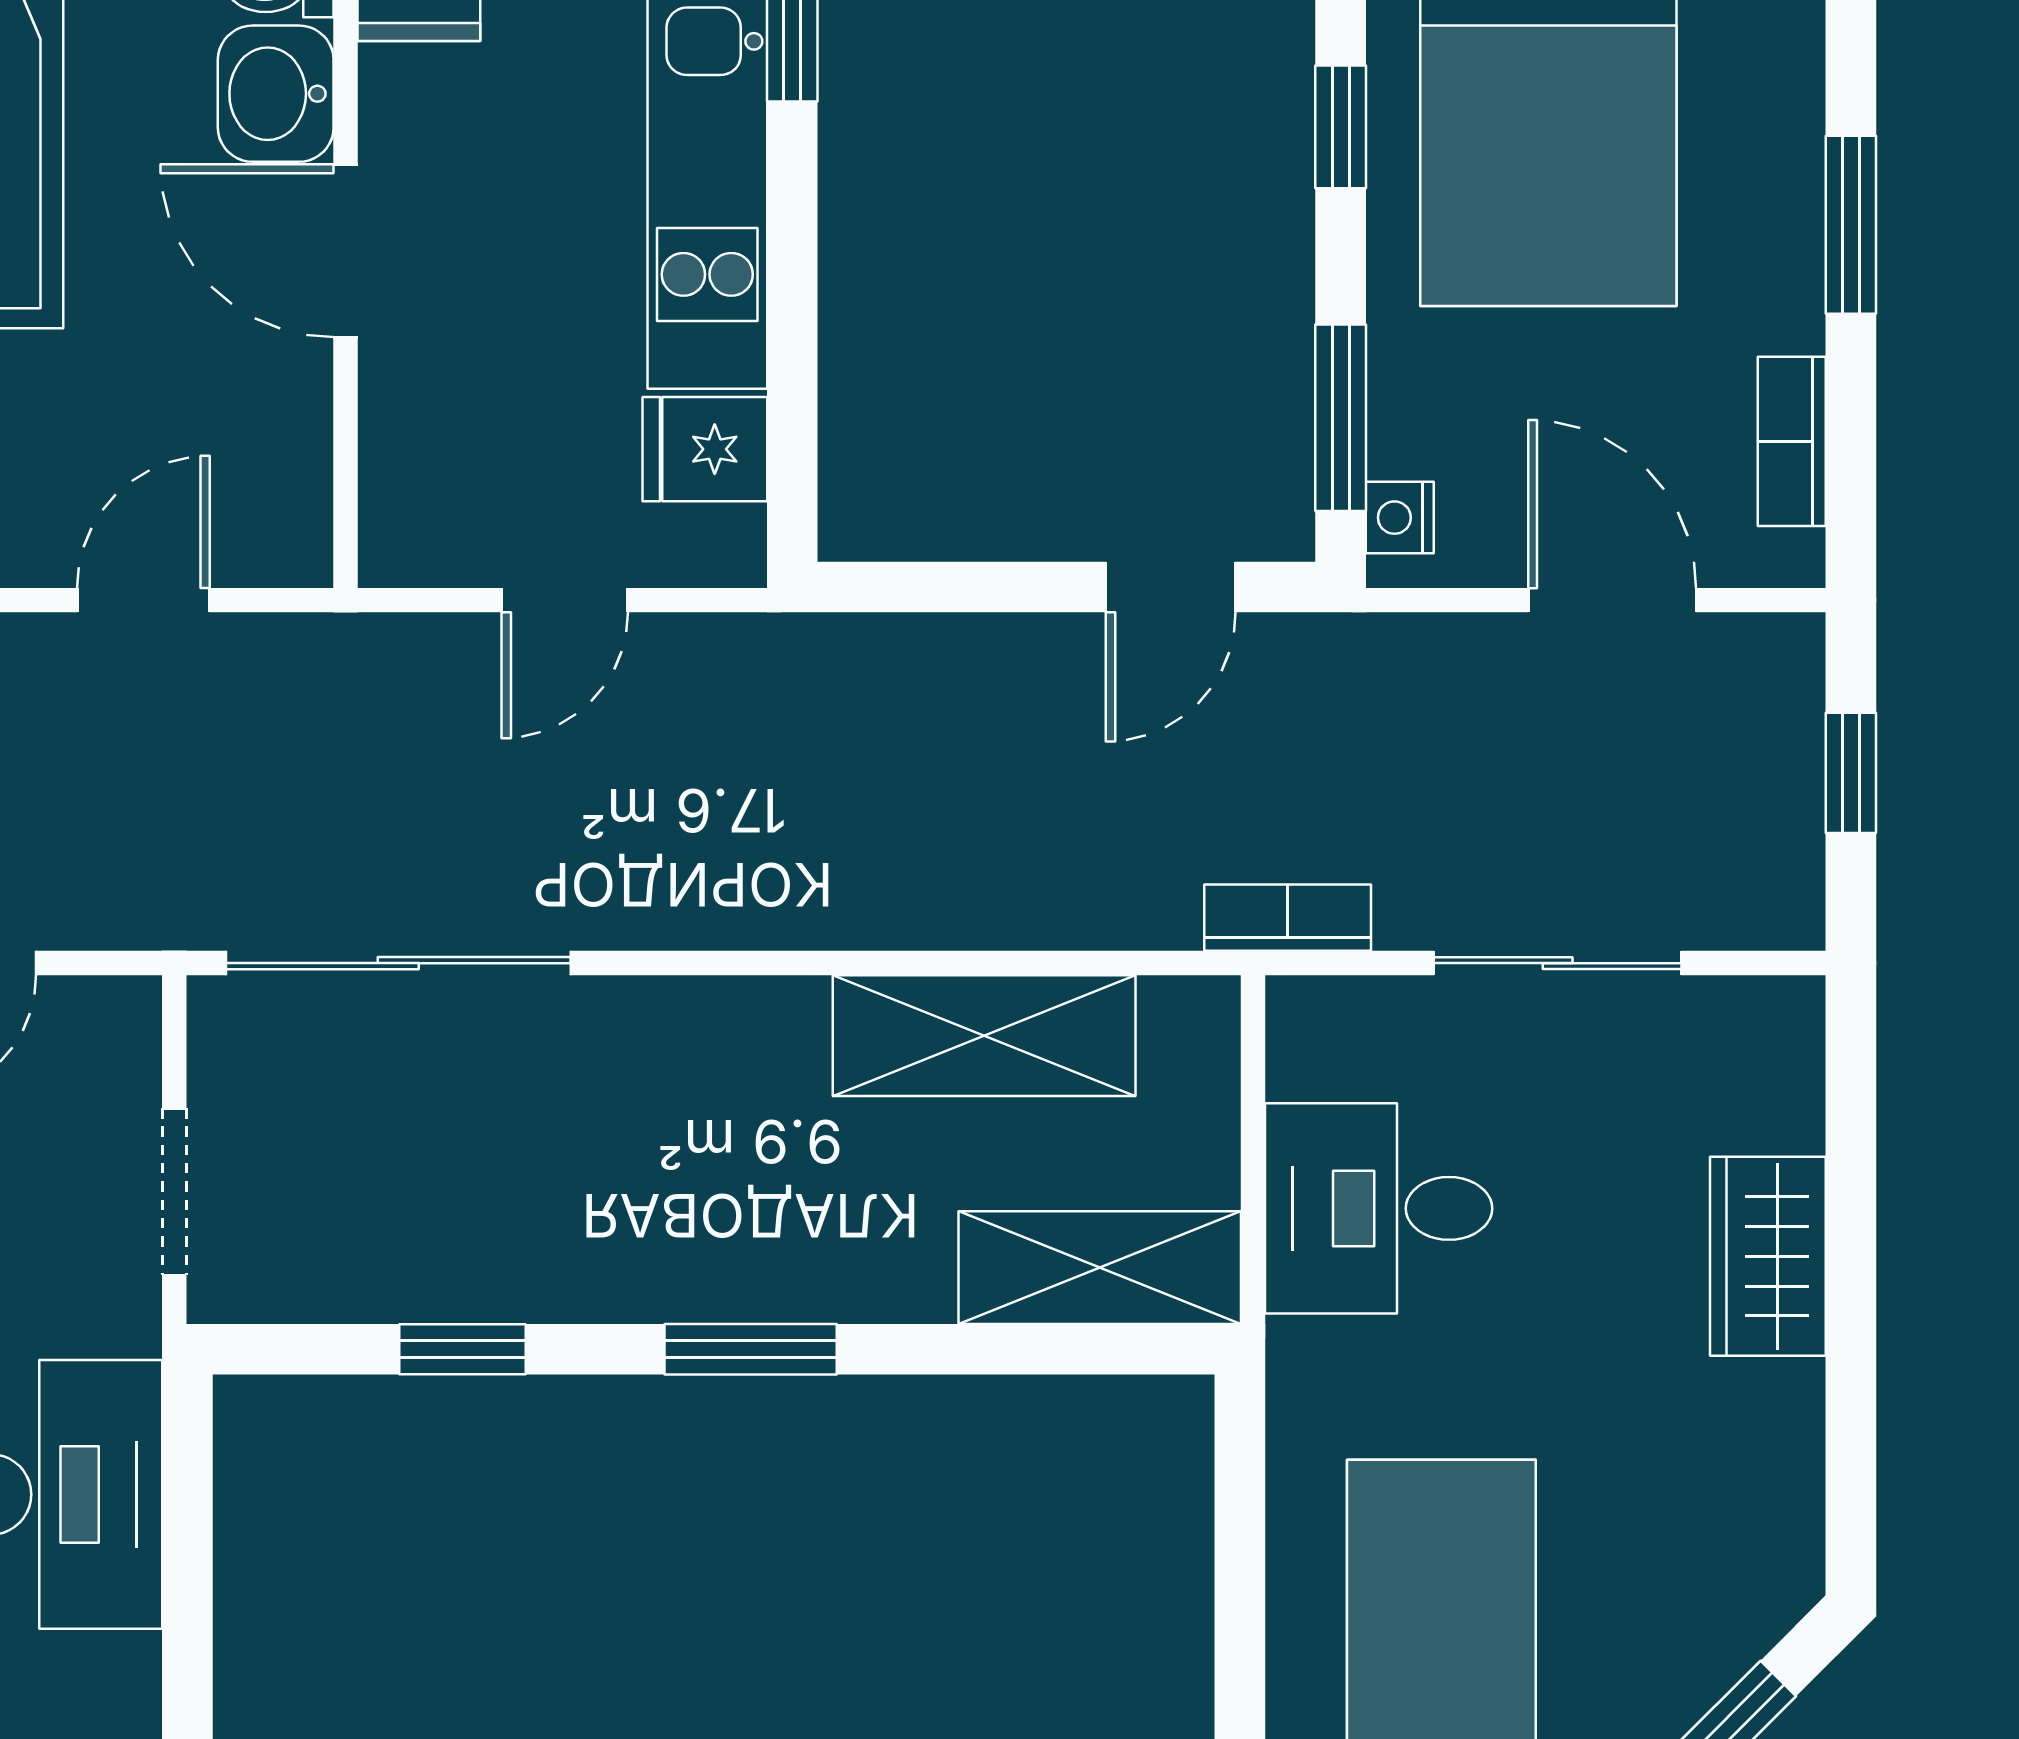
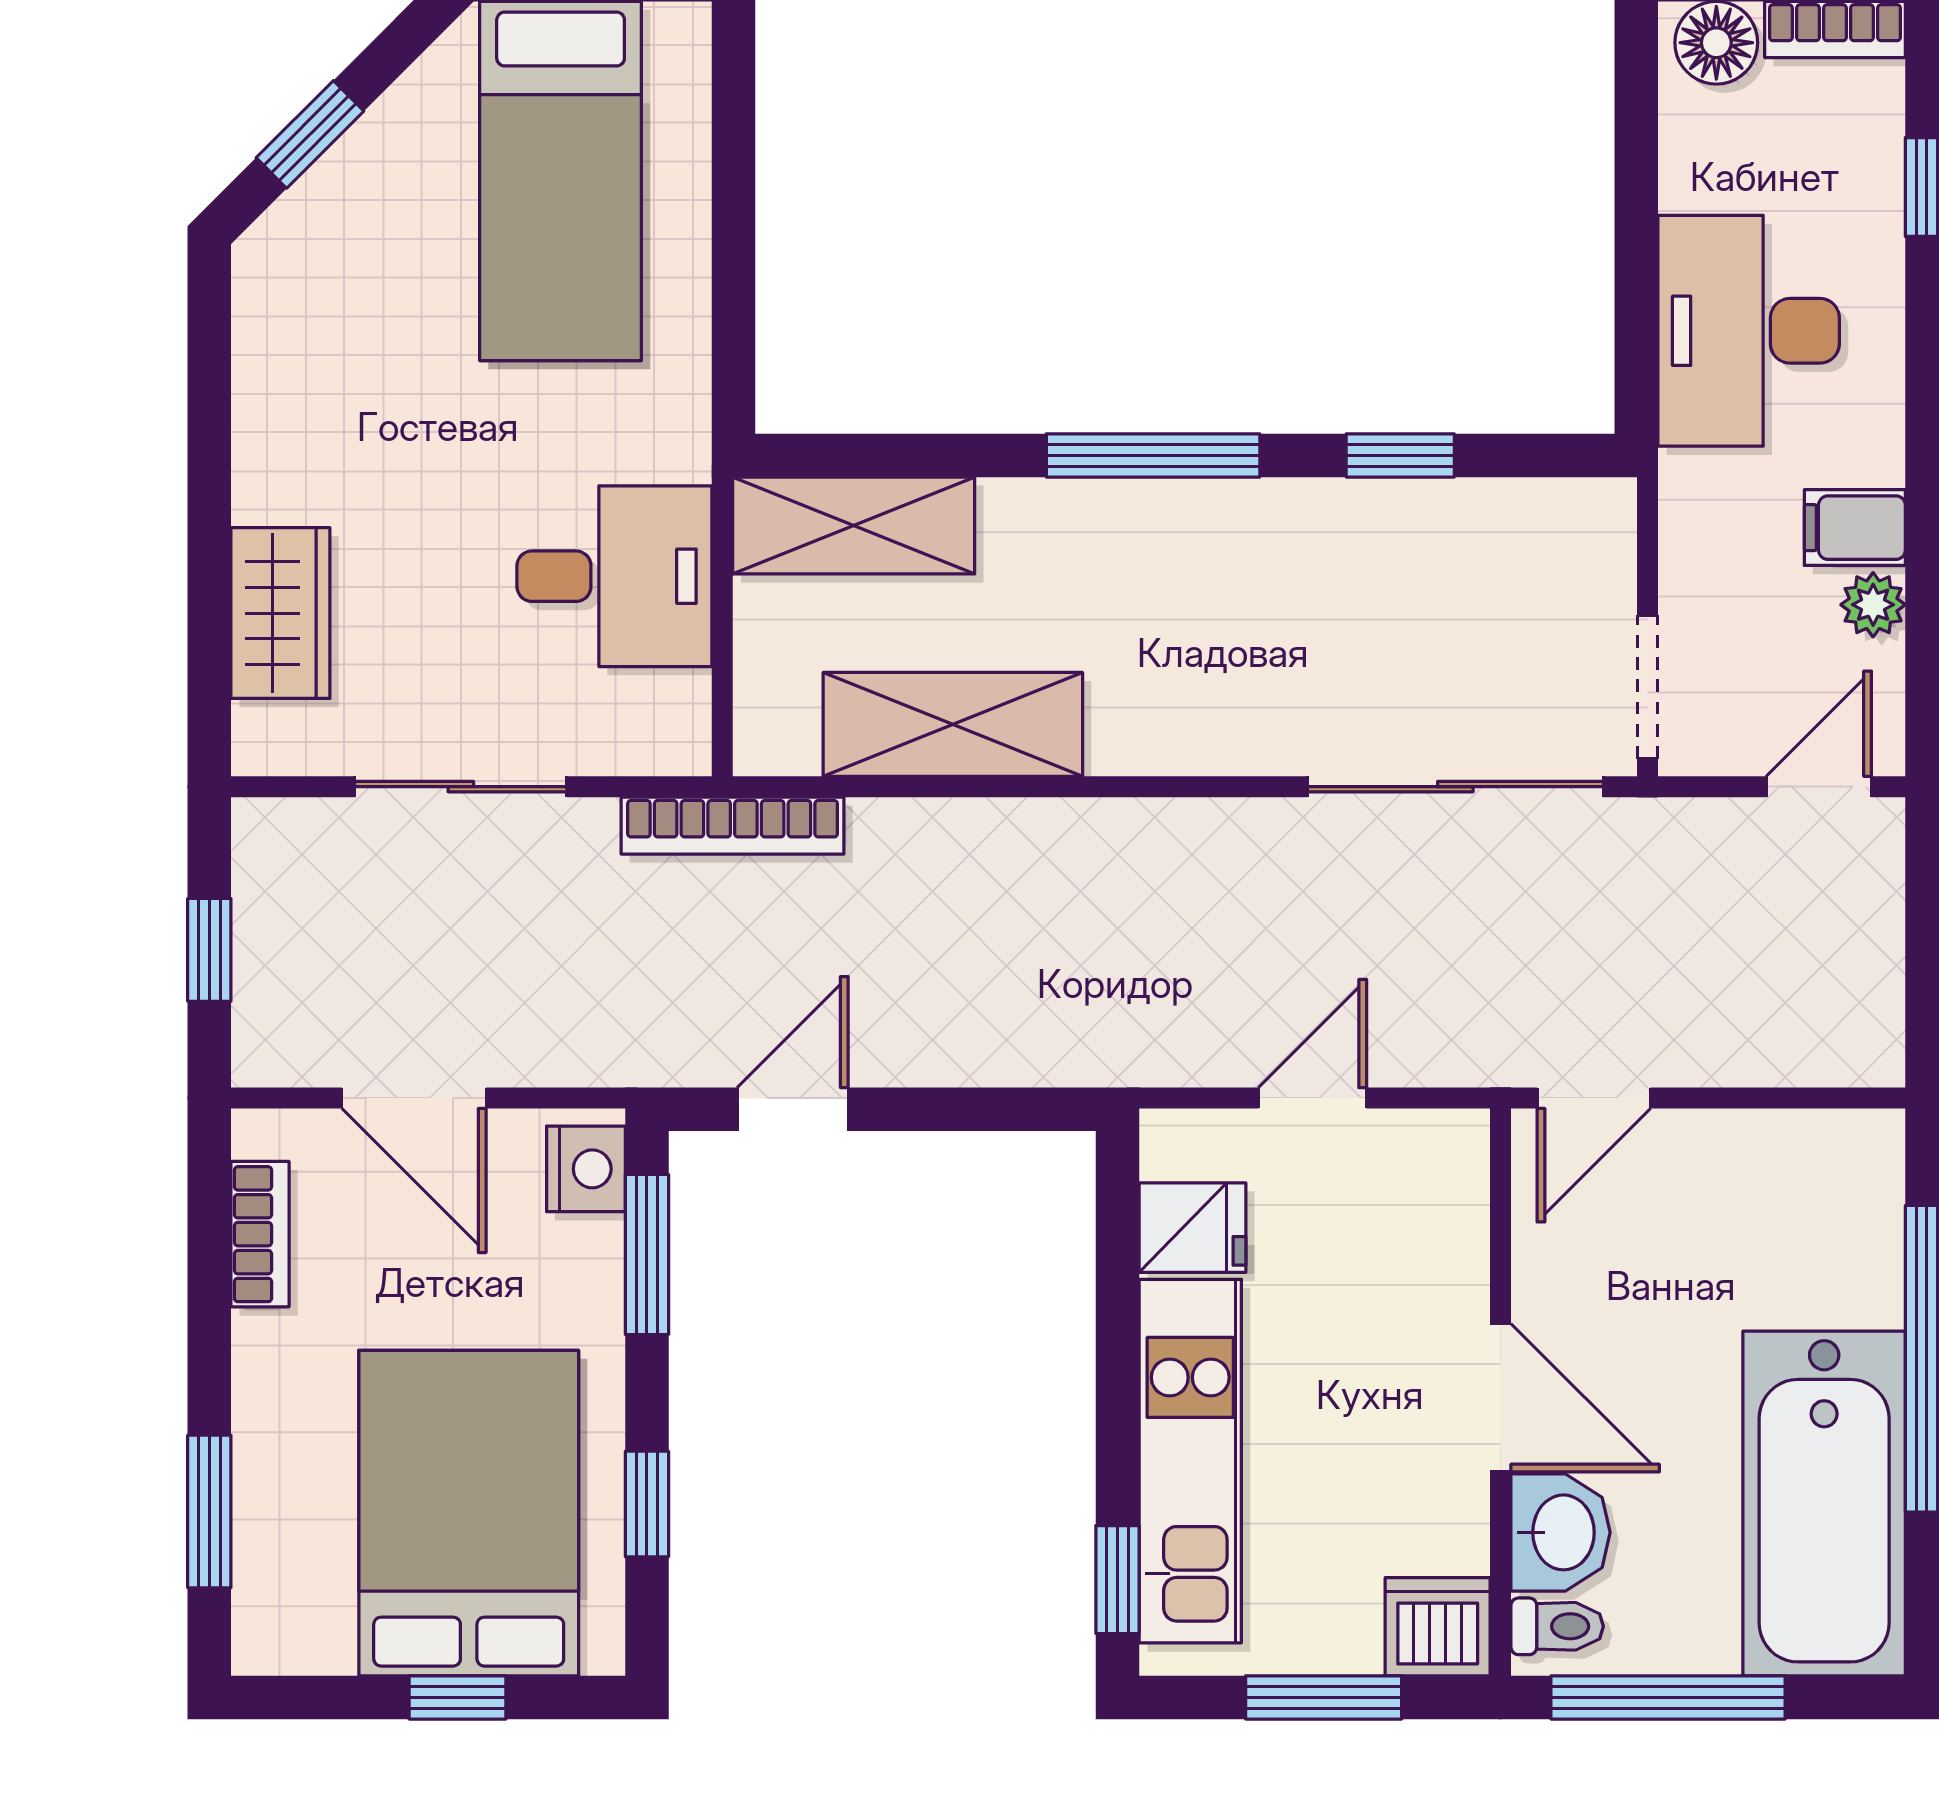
window: (1851, 225) -> (209, 1511), moved
nightstand: (1400, 518) -> (586, 1169), width x1.39, depth x1.35
door: (143, 600) -> (1594, 1098), moved
bookcase: (1288, 918) -> (733, 826), width x1.56
doorway: (174, 1192) -> (1648, 687), moved
wardrobe: (1768, 1256) -> (280, 613), moved
window: (751, 1349) -> (1153, 455), width x1.44

